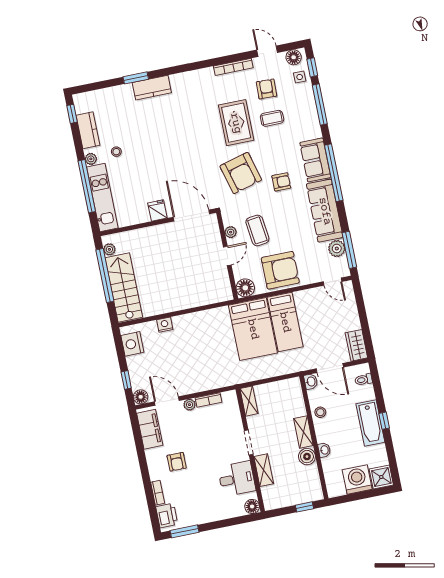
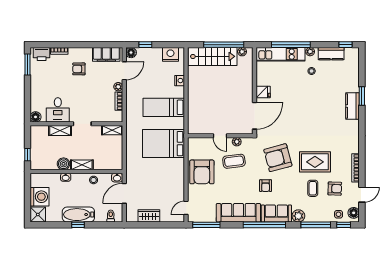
plant: (337, 249) -> (298, 216), moved
floor lamp: (245, 288) -> (194, 144), removed
bed: (285, 322) -> (164, 107), moved
wardrobe: (356, 345) -> (149, 216), moved

